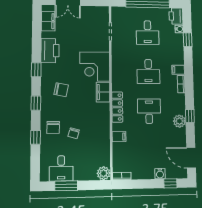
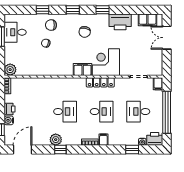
desk: (148, 71) -> (102, 112), turned 180
locker: (117, 107) -> (100, 82), moved
filing cabinet: (119, 137) -> (158, 84), moved
printer: (148, 173) -> (10, 109), added

